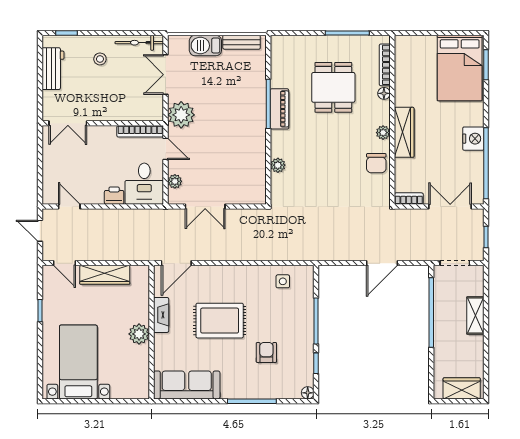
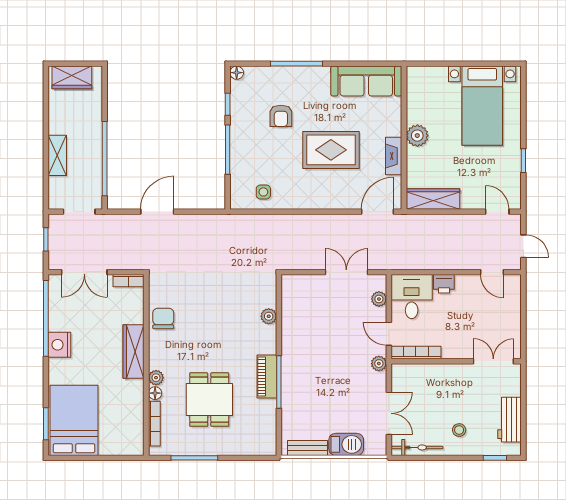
plant: (181, 115) -> (379, 364), width x0.53, depth x0.53
plant: (383, 133) -> (156, 378), moved
wardrobe: (105, 275) -> (433, 199), moved

